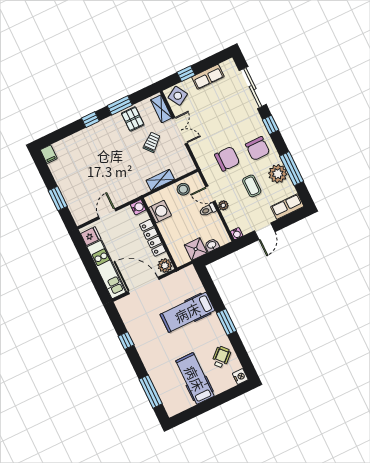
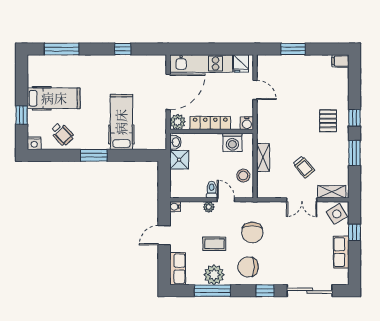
pallet: (133, 119) -> (328, 121), moved, turned 90
door: (210, 194) -> (226, 200), hinge flipped
door: (265, 231) -> (164, 235), hinge flipped
washbasin: (212, 245) -> (175, 142), moved
window: (222, 398) -> (22, 115), added

